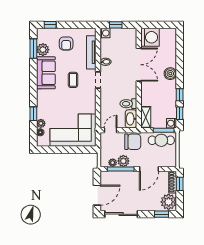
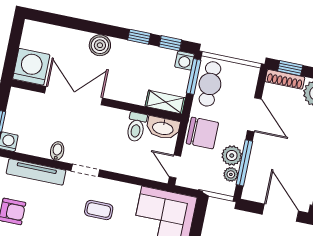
coffee table: (73, 80) -> (99, 210), moved
chair: (133, 142) -> (202, 133), turned 90

